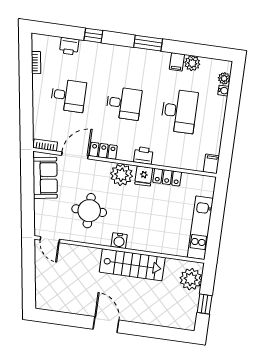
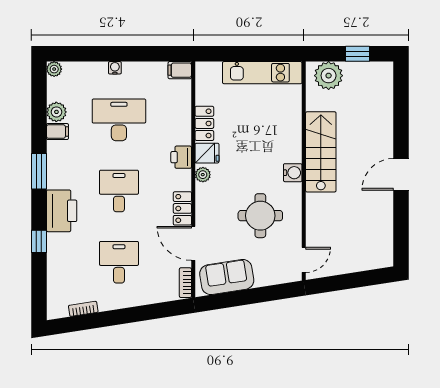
printer: (69, 46) -> (62, 211), moved, width x1.87, depth x1.48
plant: (224, 78) -> (54, 69), moved
water cooler: (223, 91) -> (115, 68), moved
plant: (122, 175) -> (203, 175), width x0.53, depth x0.53

